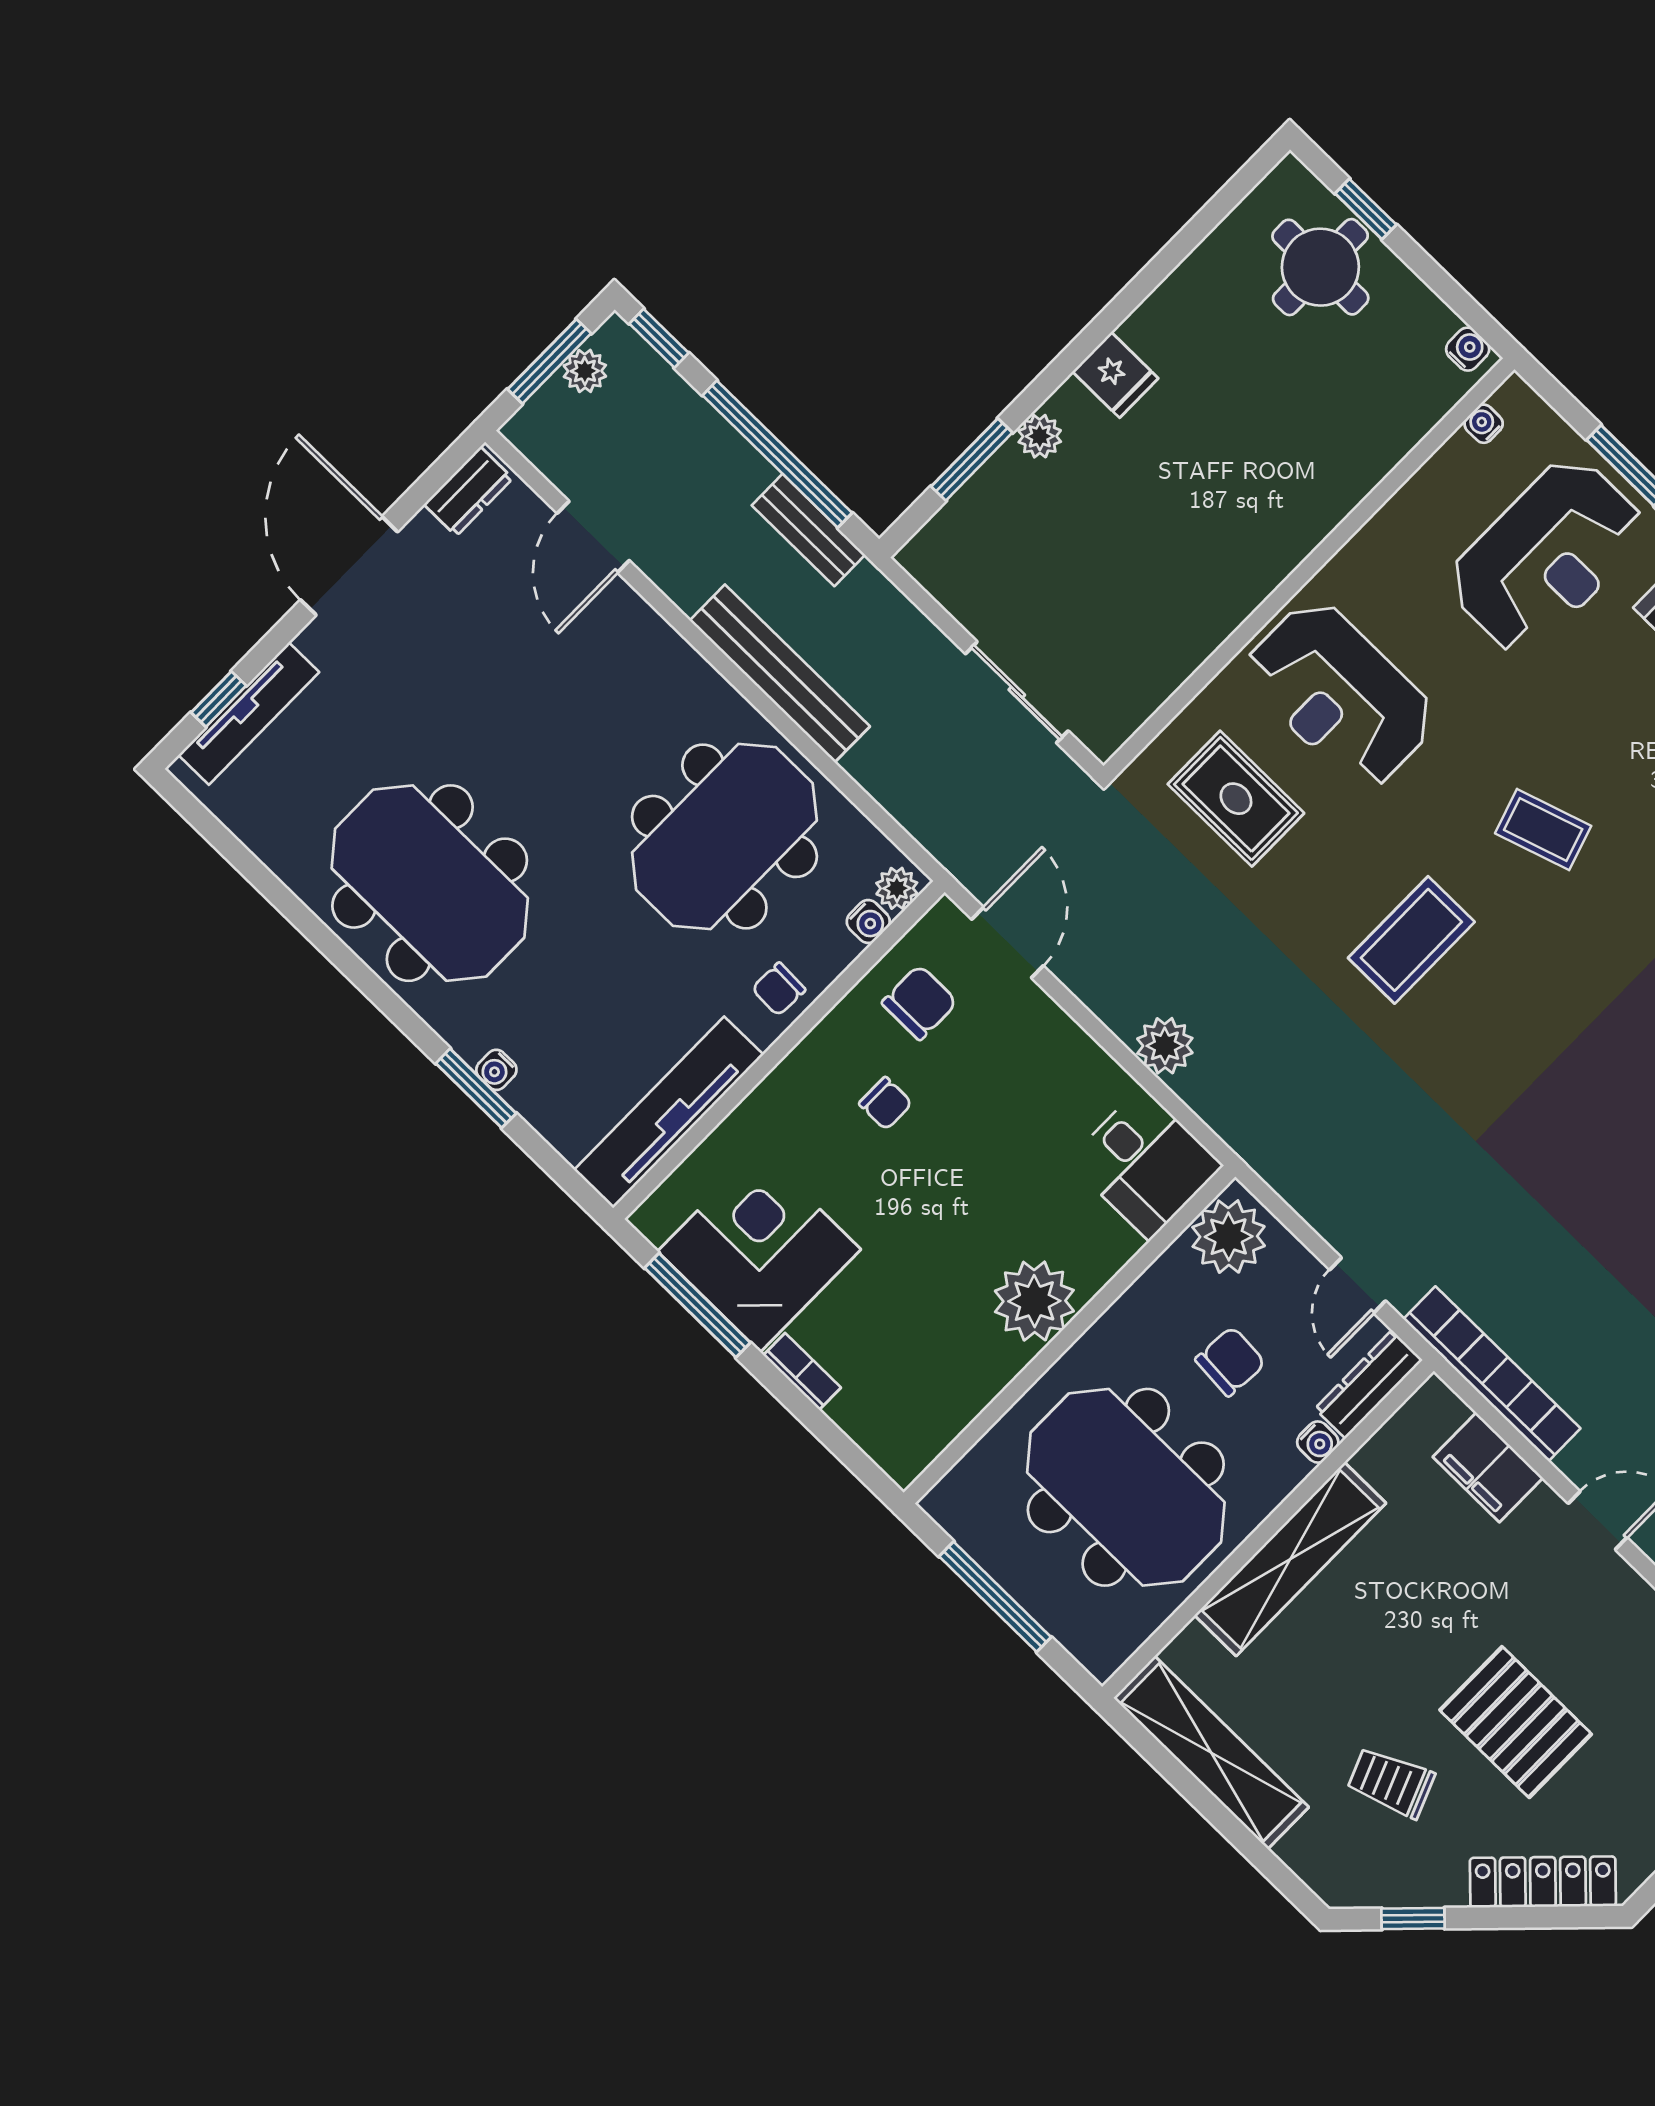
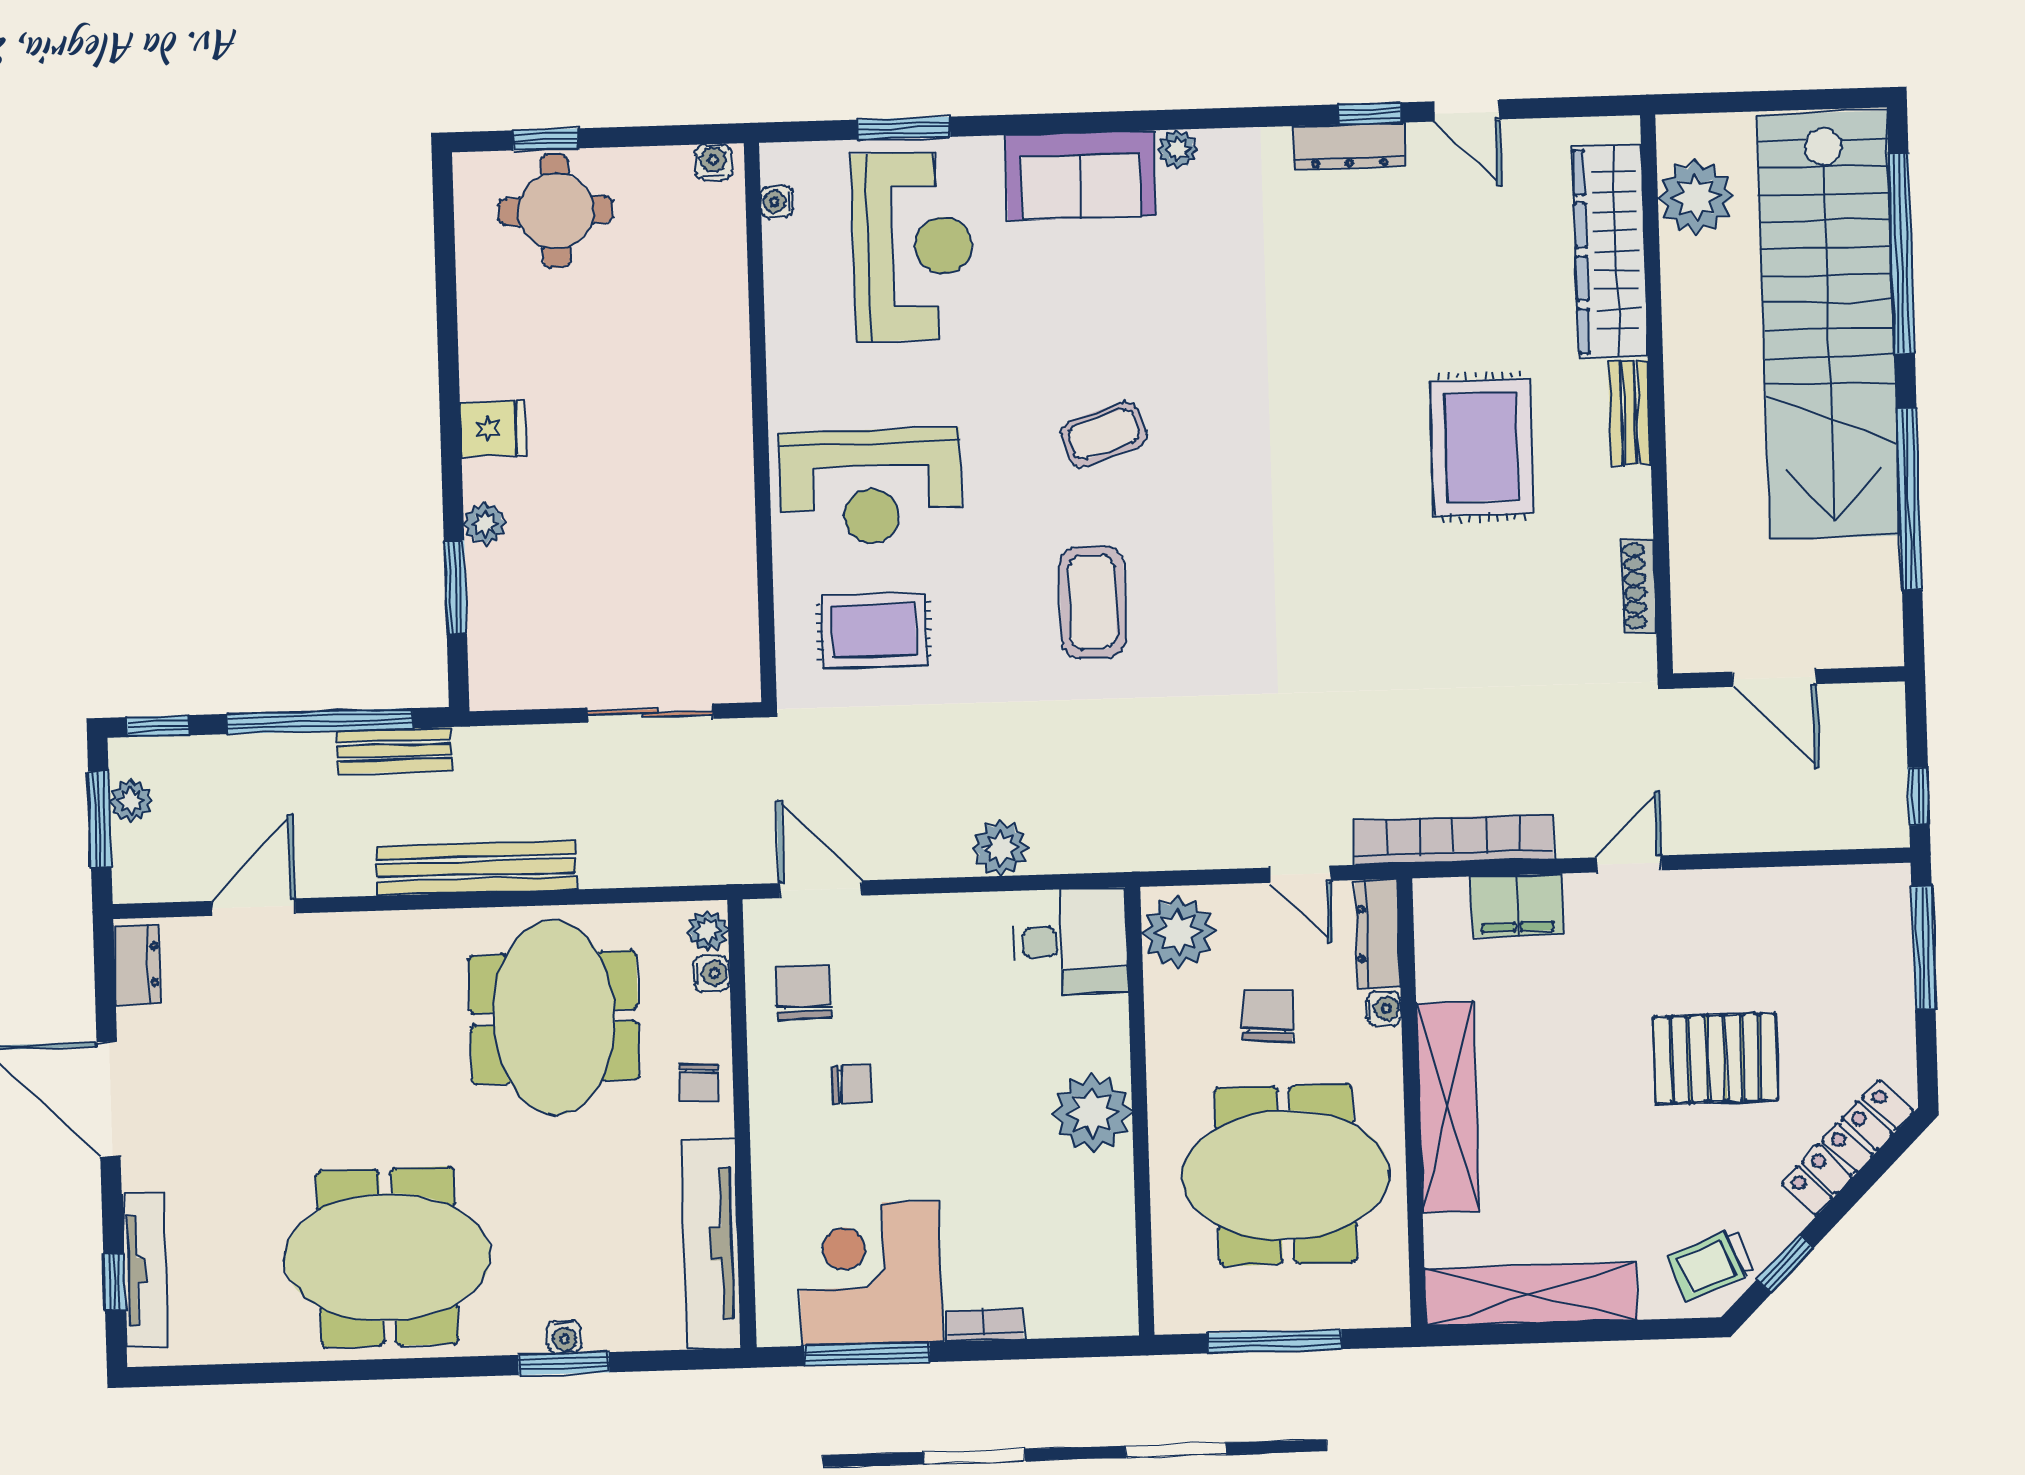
door: (593, 537) -> (254, 907), swing flipped
trolley: (1391, 1782) -> (1711, 1265), moved

